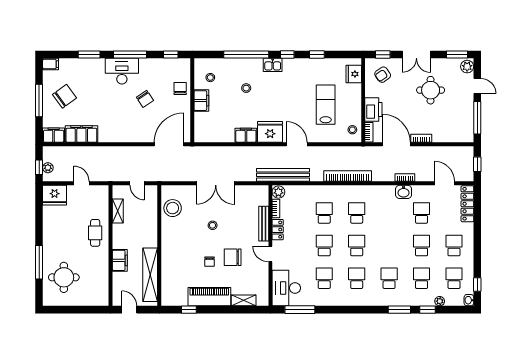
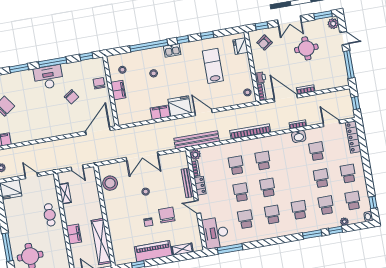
lab bench: (326, 105) -> (213, 66), moved
printer: (373, 110) -> (260, 78), width x0.53, depth x0.68
filing cabinet: (81, 134) -> (24, 135), removed
chair: (233, 257) -> (167, 215), turned 90

